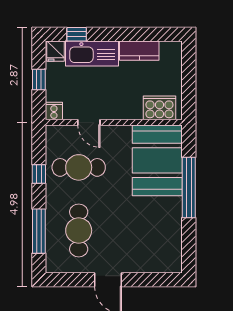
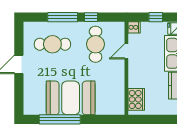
booth: (157, 160) -> (71, 98), moved
window: (189, 187) -> (60, 119), moved
window: (39, 231) -> (63, 17), moved

